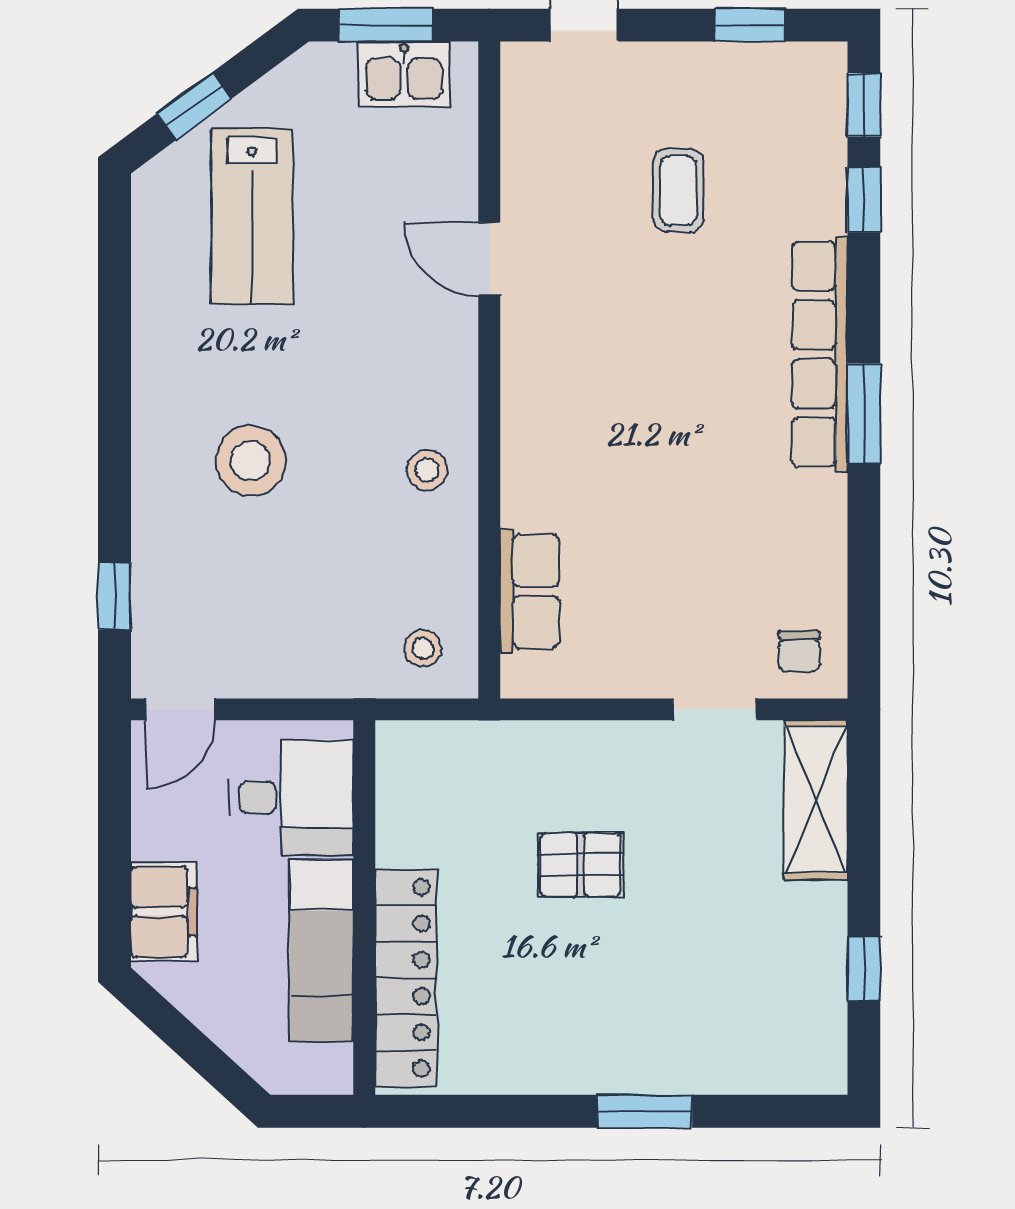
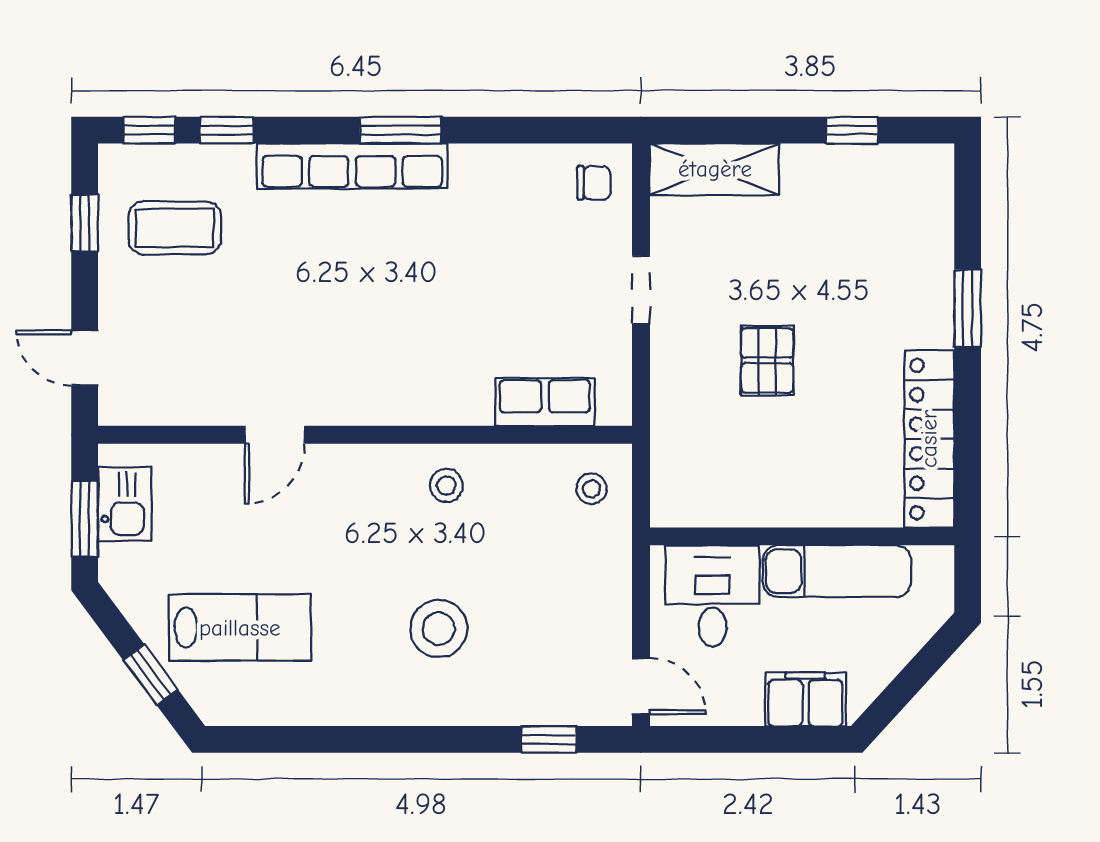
coffee table: (678, 190) -> (175, 228), moved, width x1.36, depth x1.30
doorway: (715, 709) -> (641, 290), moved
locker: (406, 978) -> (929, 439), moved, turned -90

